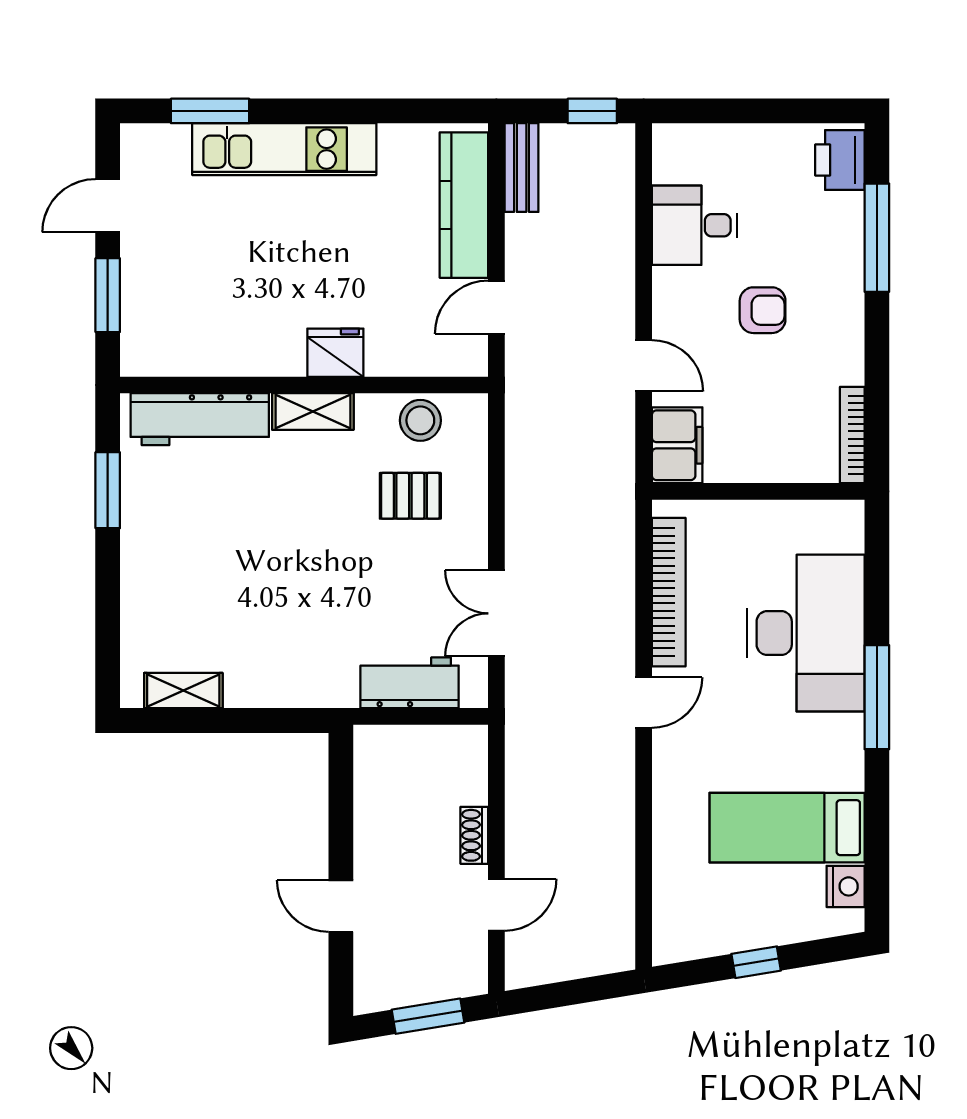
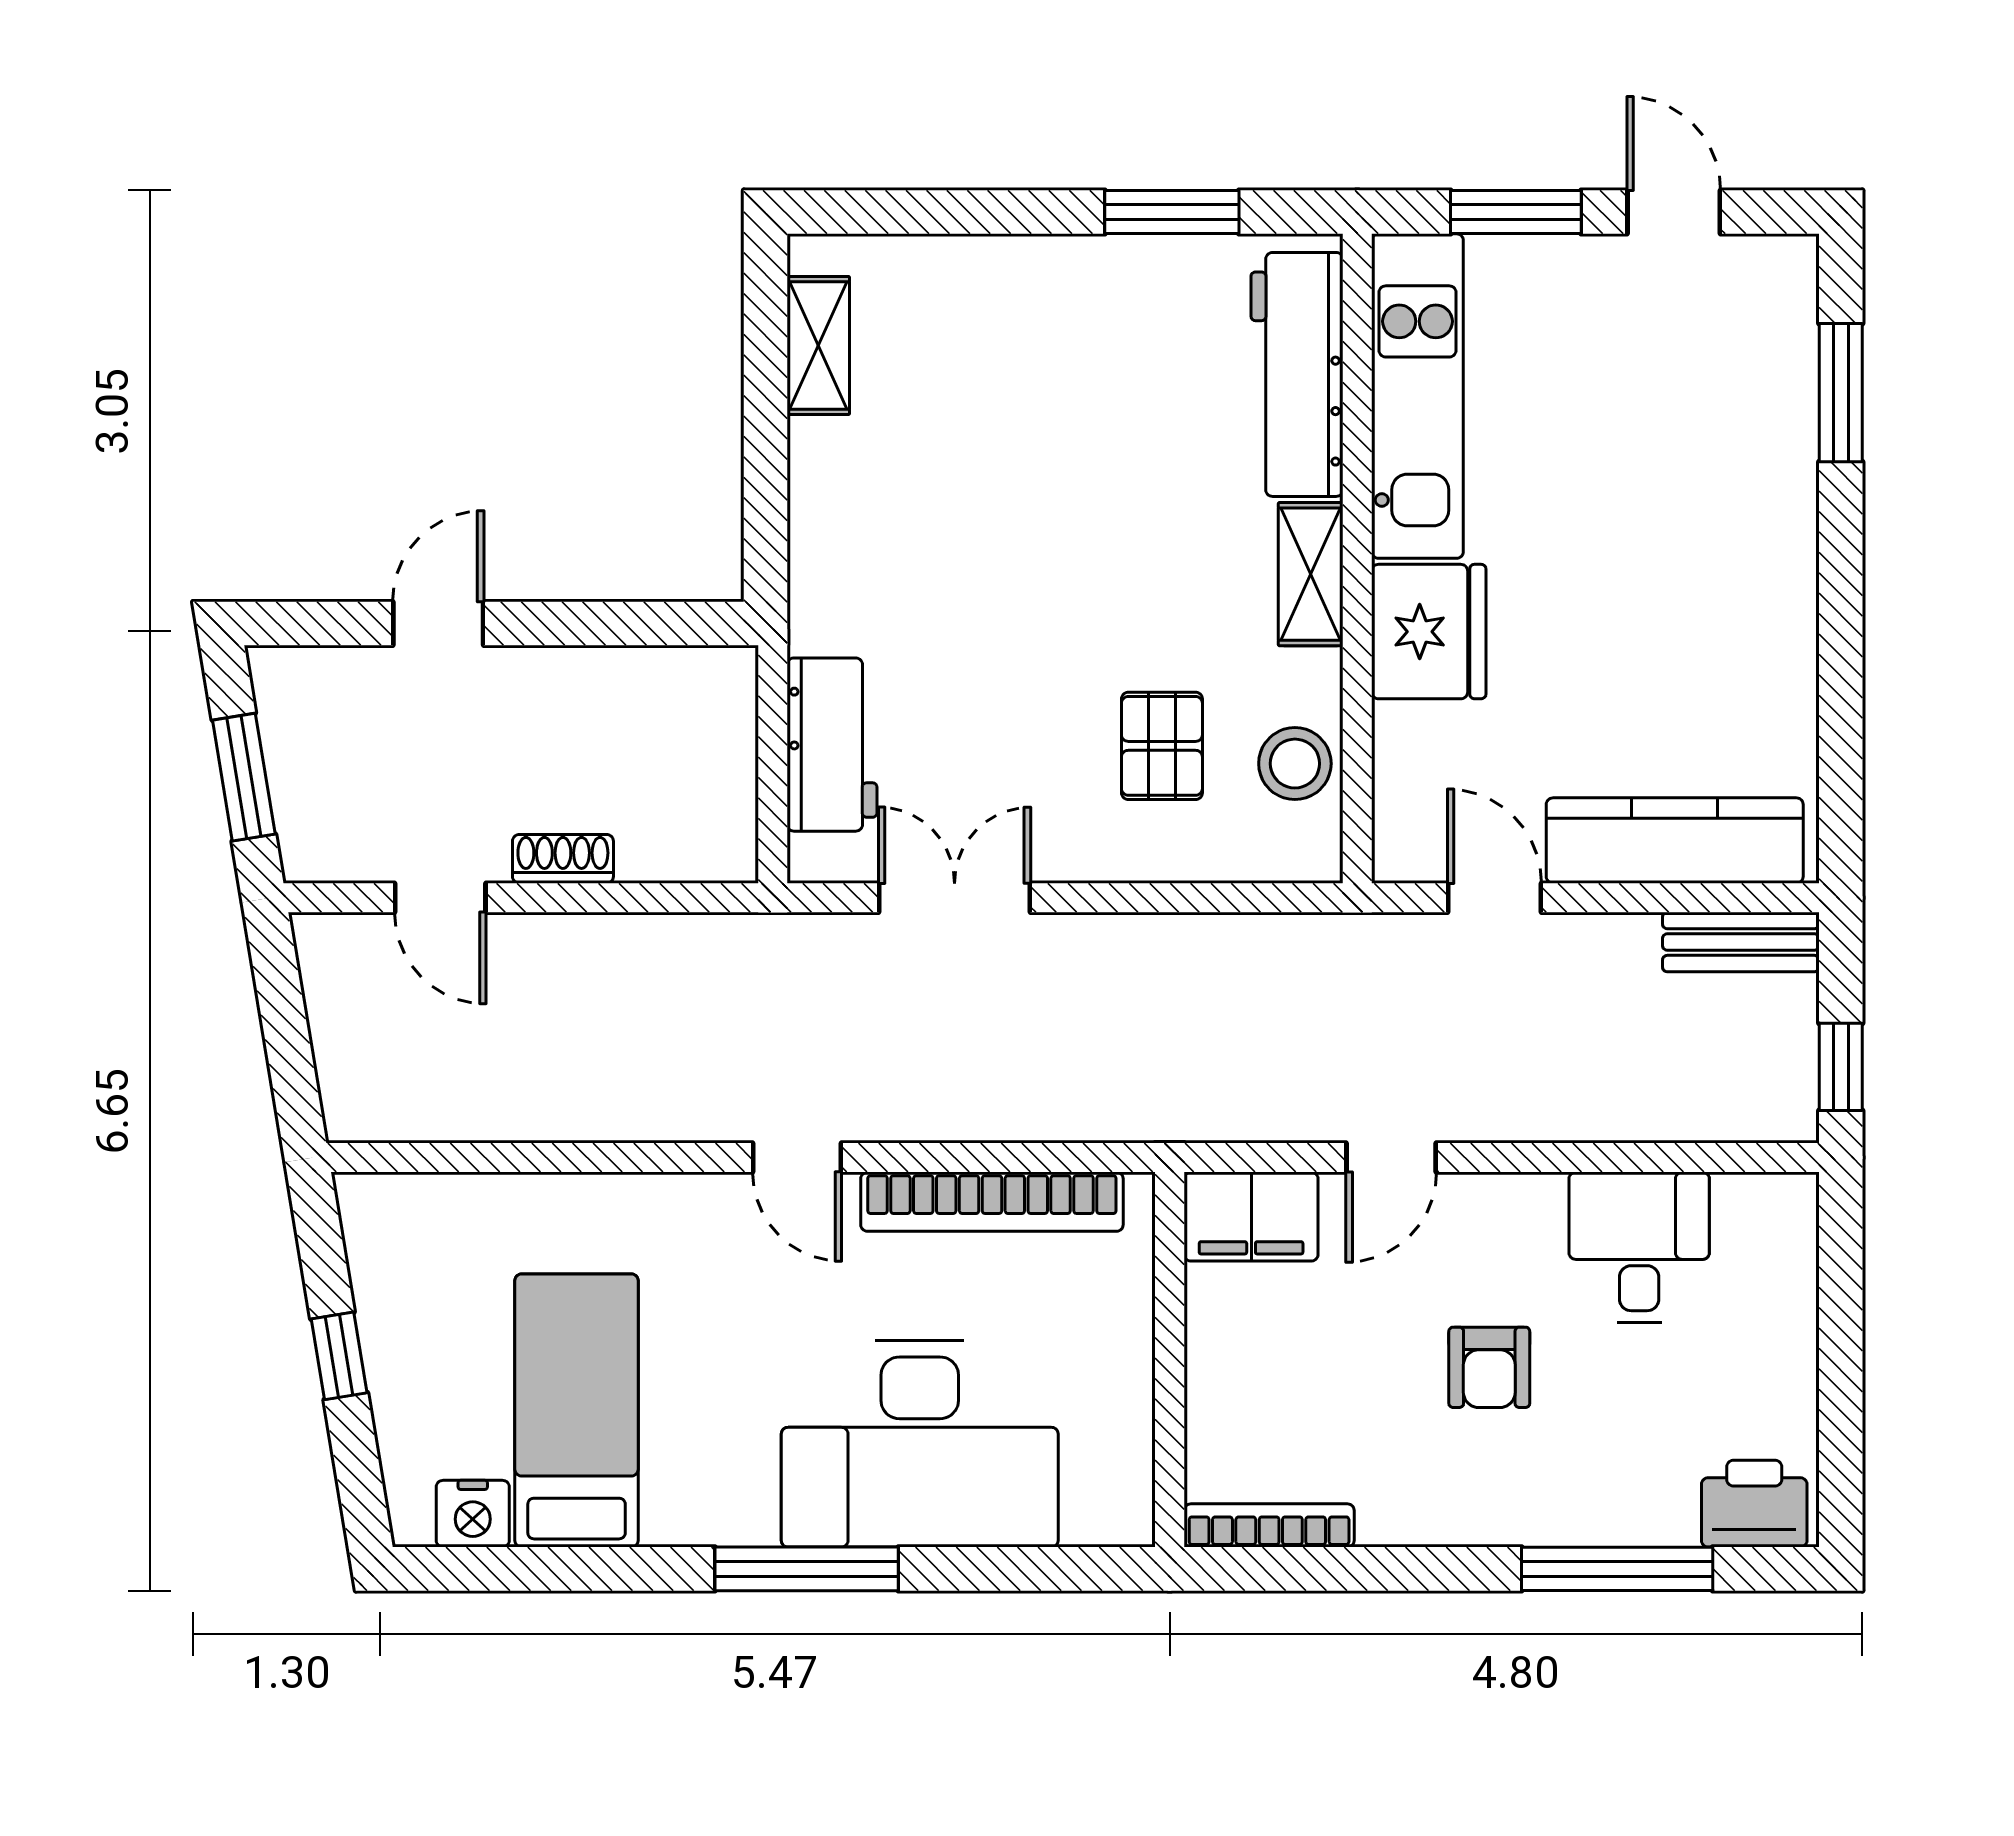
kitchen unit: (284, 149) -> (1417, 396), moved, turned 180
fridge: (335, 353) -> (1429, 632), width x1.36, depth x1.34

